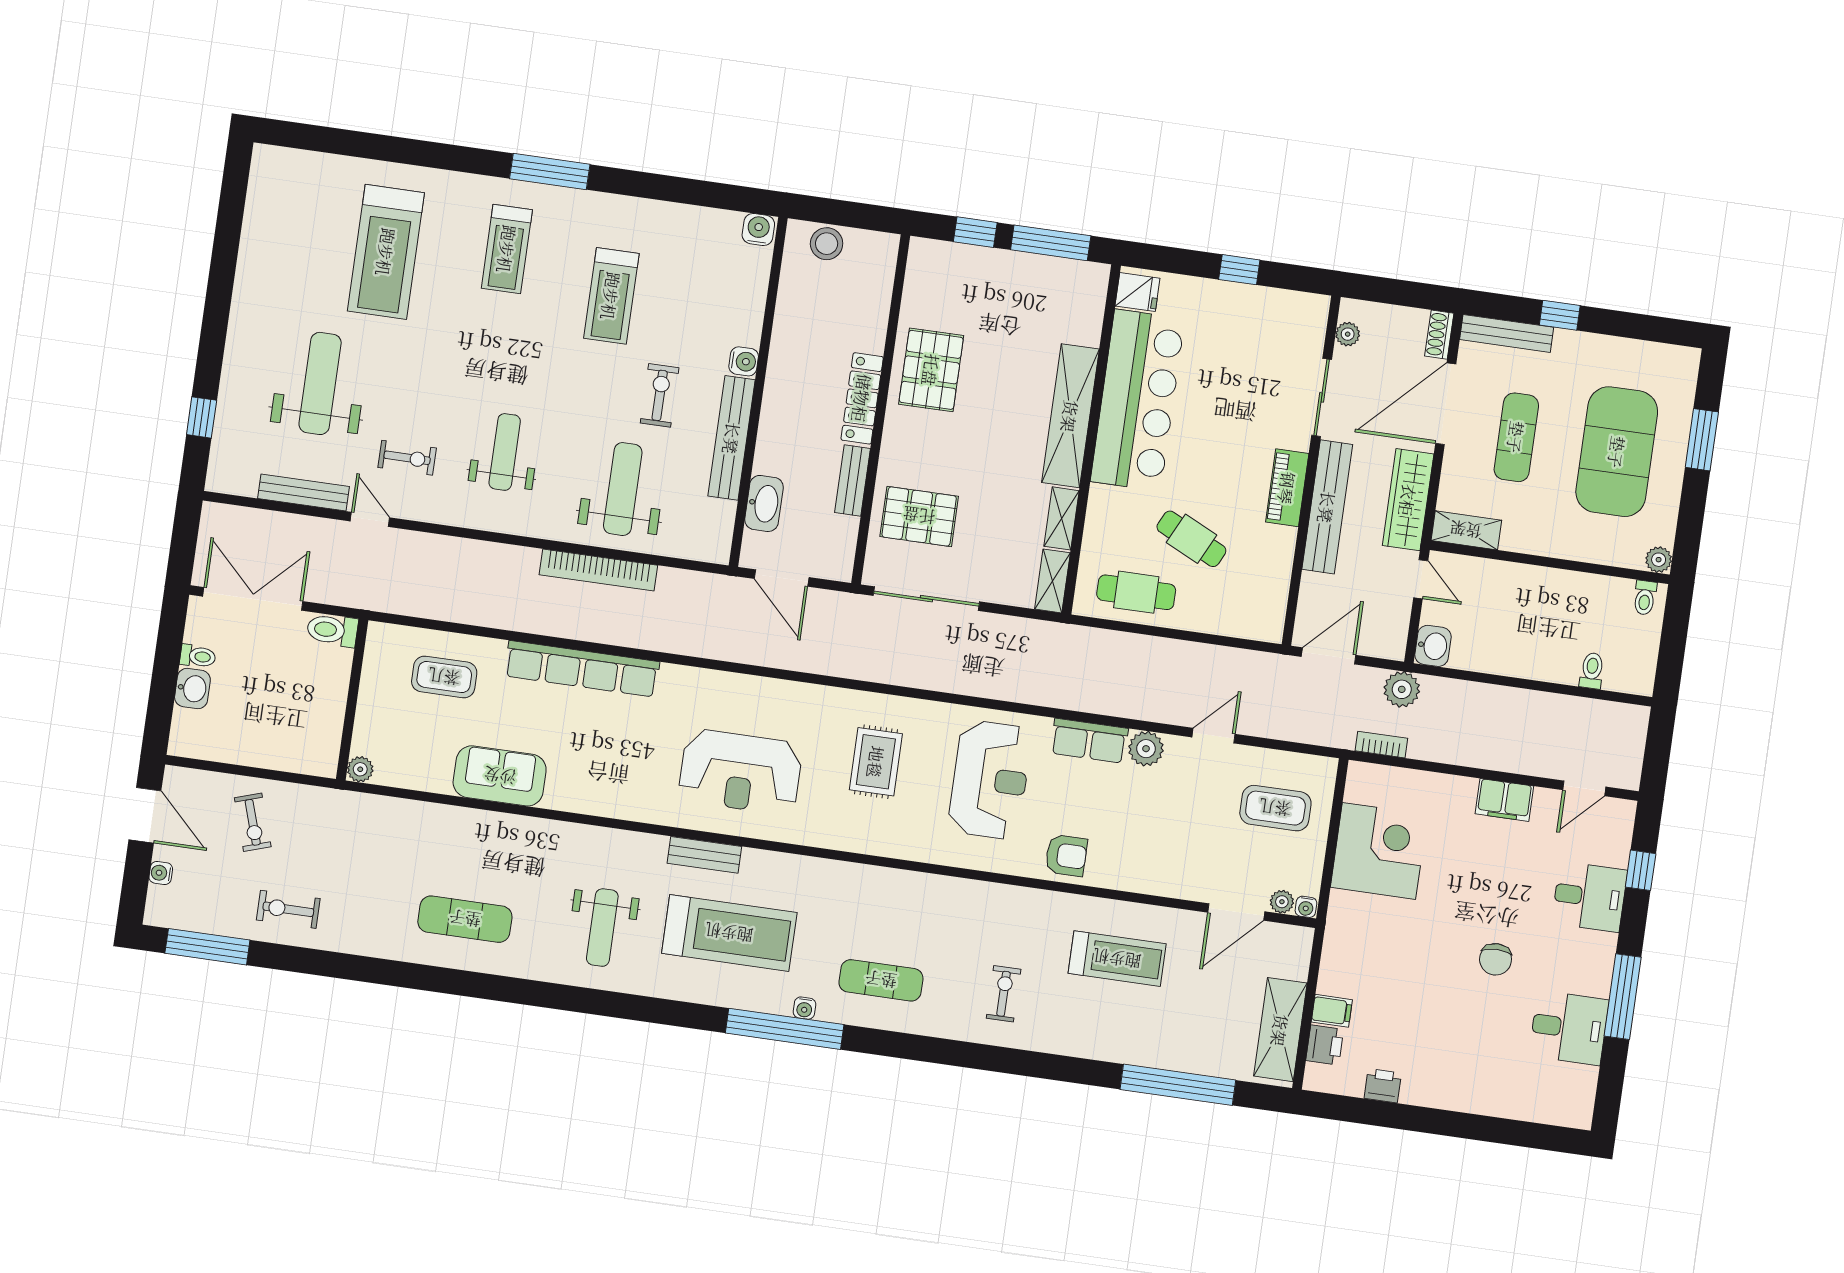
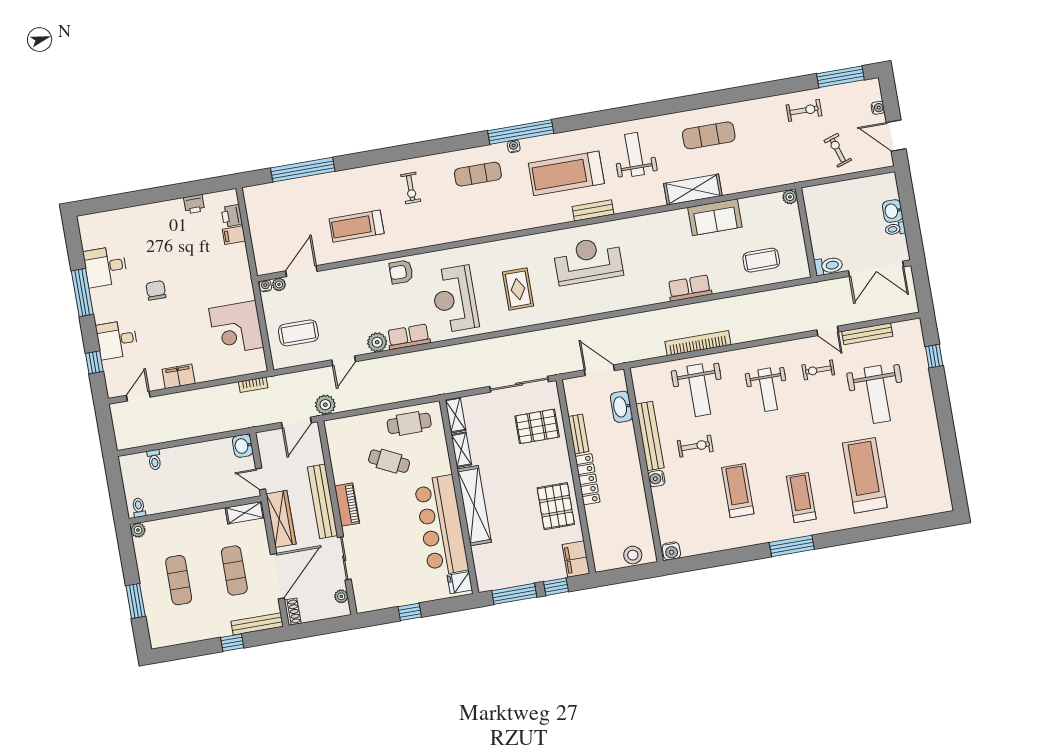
filing cabinet: (926, 268) -> (576, 559), added
exercise bike: (660, 395) -> (695, 446), turned -90
exercise mat: (1617, 452) -> (179, 580), width x0.50, depth x0.69
row of seats: (582, 669) -> (690, 288), width x0.50
plant: (1402, 689) -> (325, 405), moved
shelving: (1280, 1030) -> (693, 190), moved, turned 90

